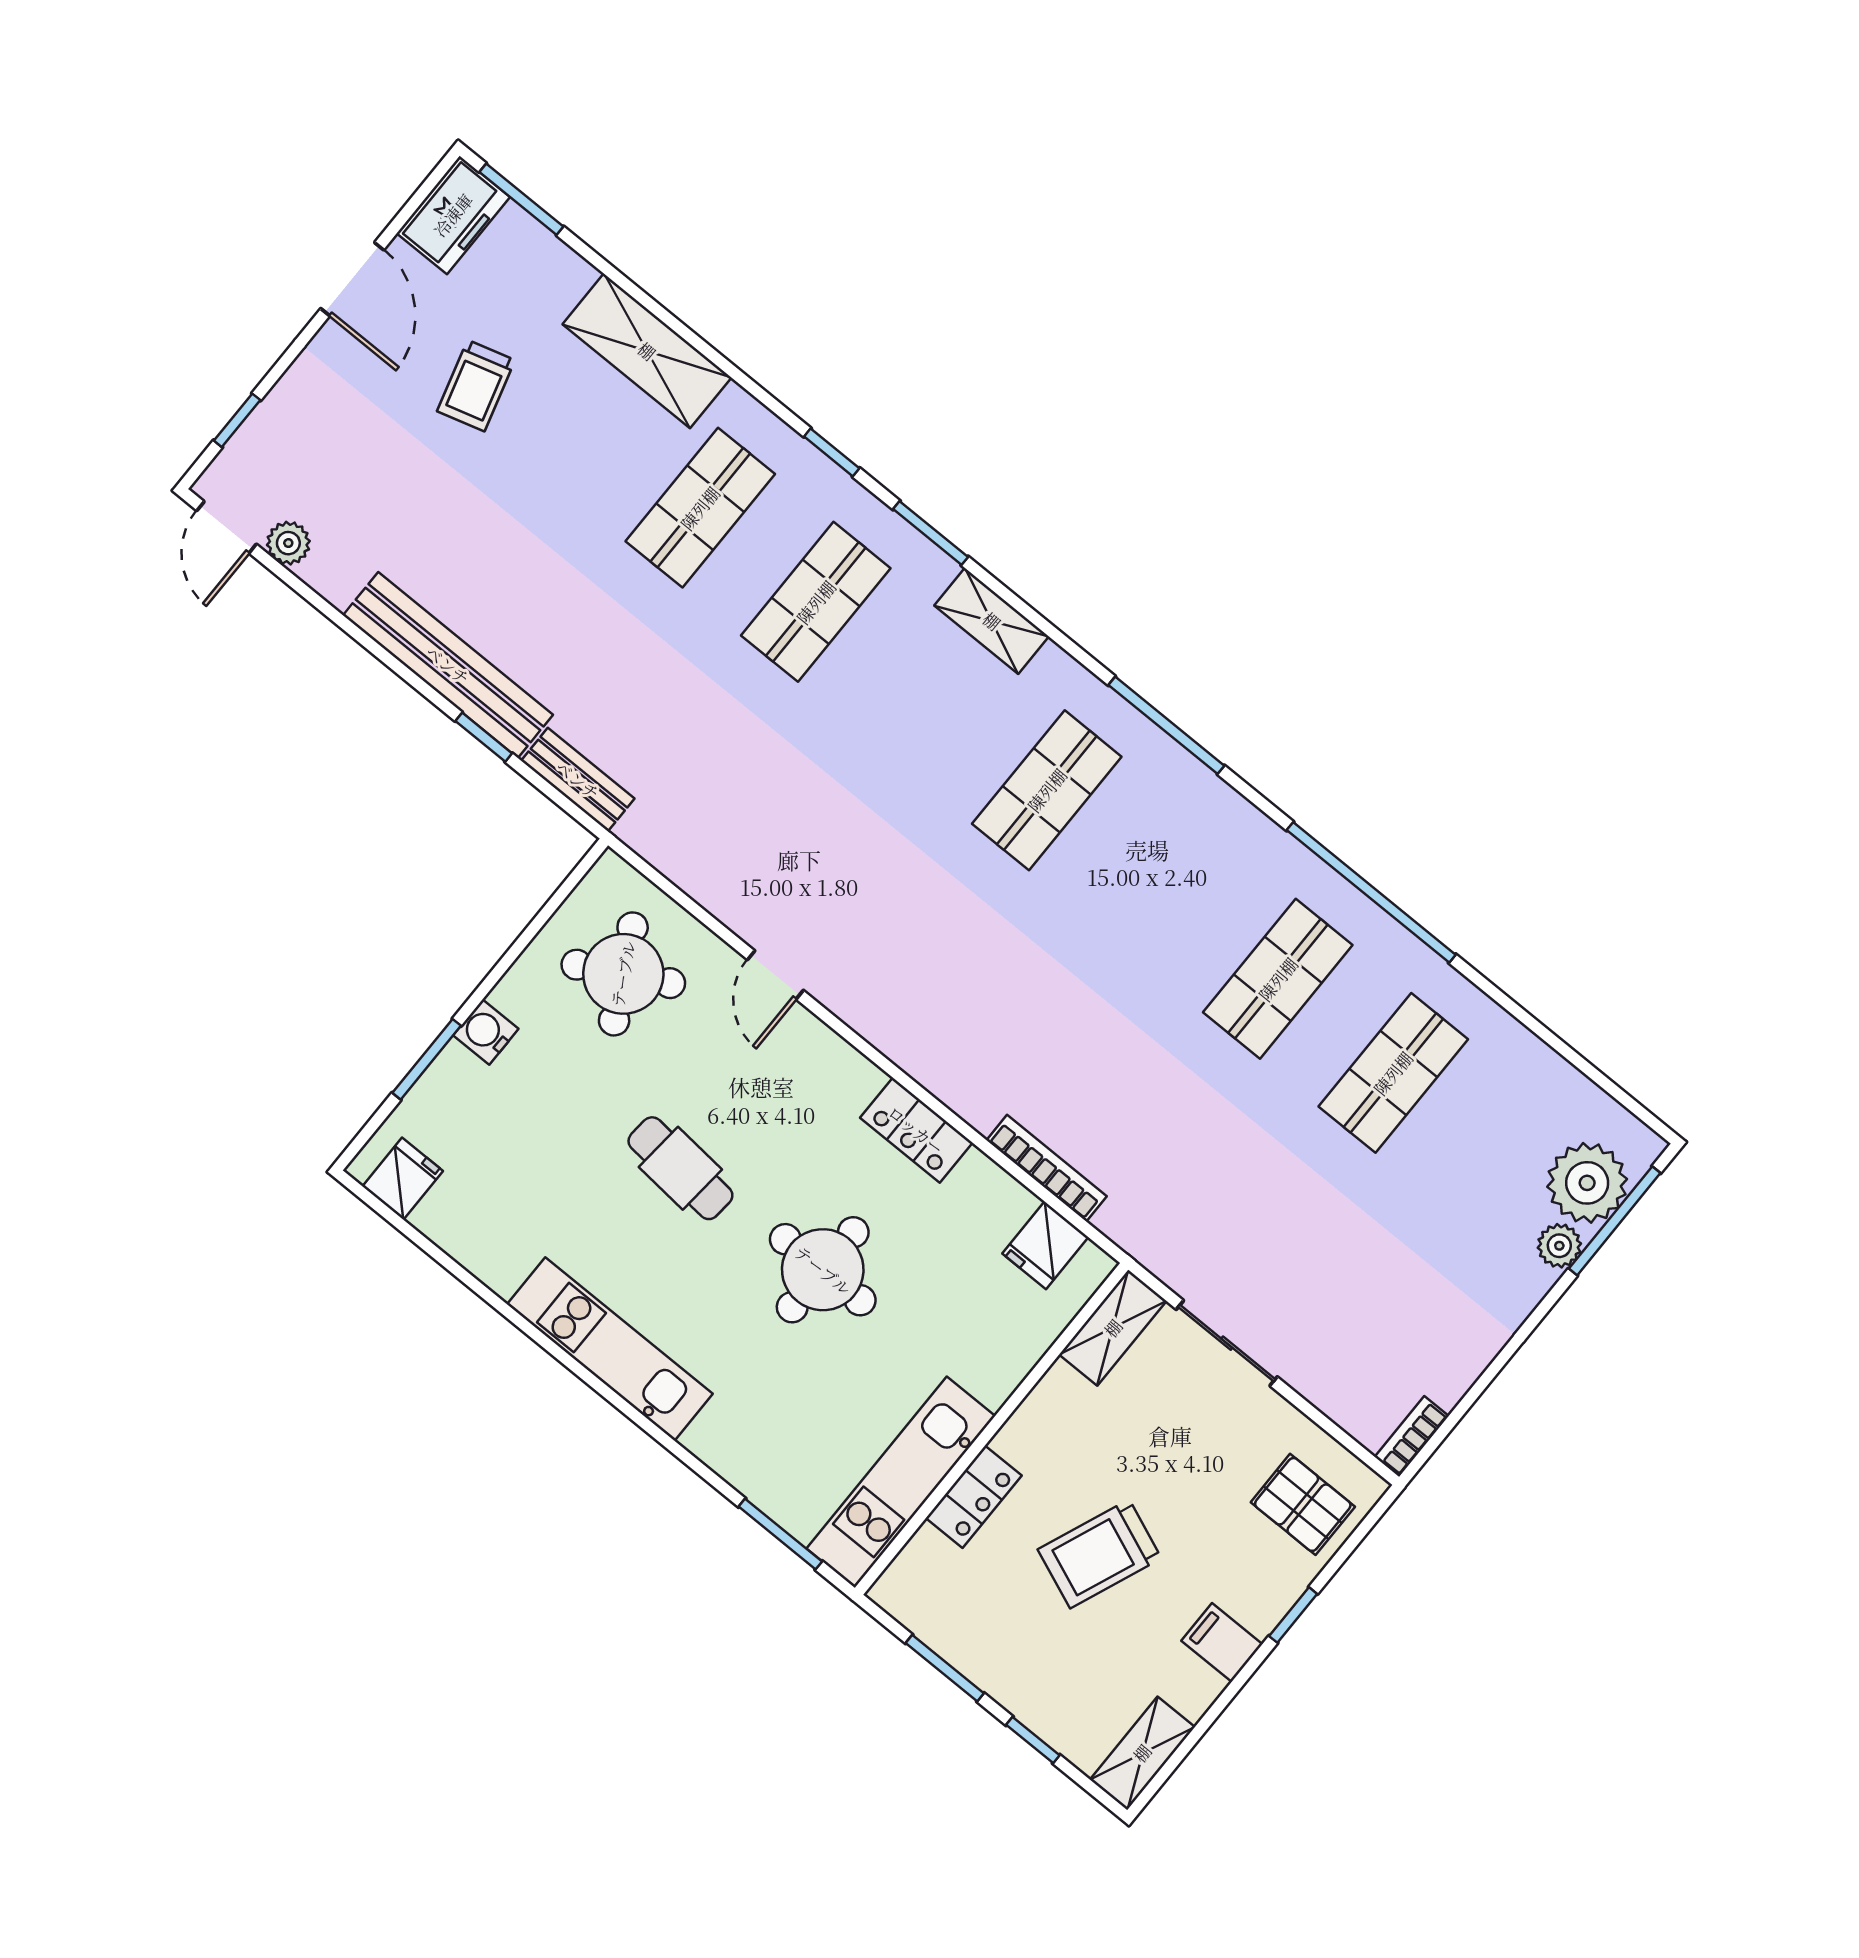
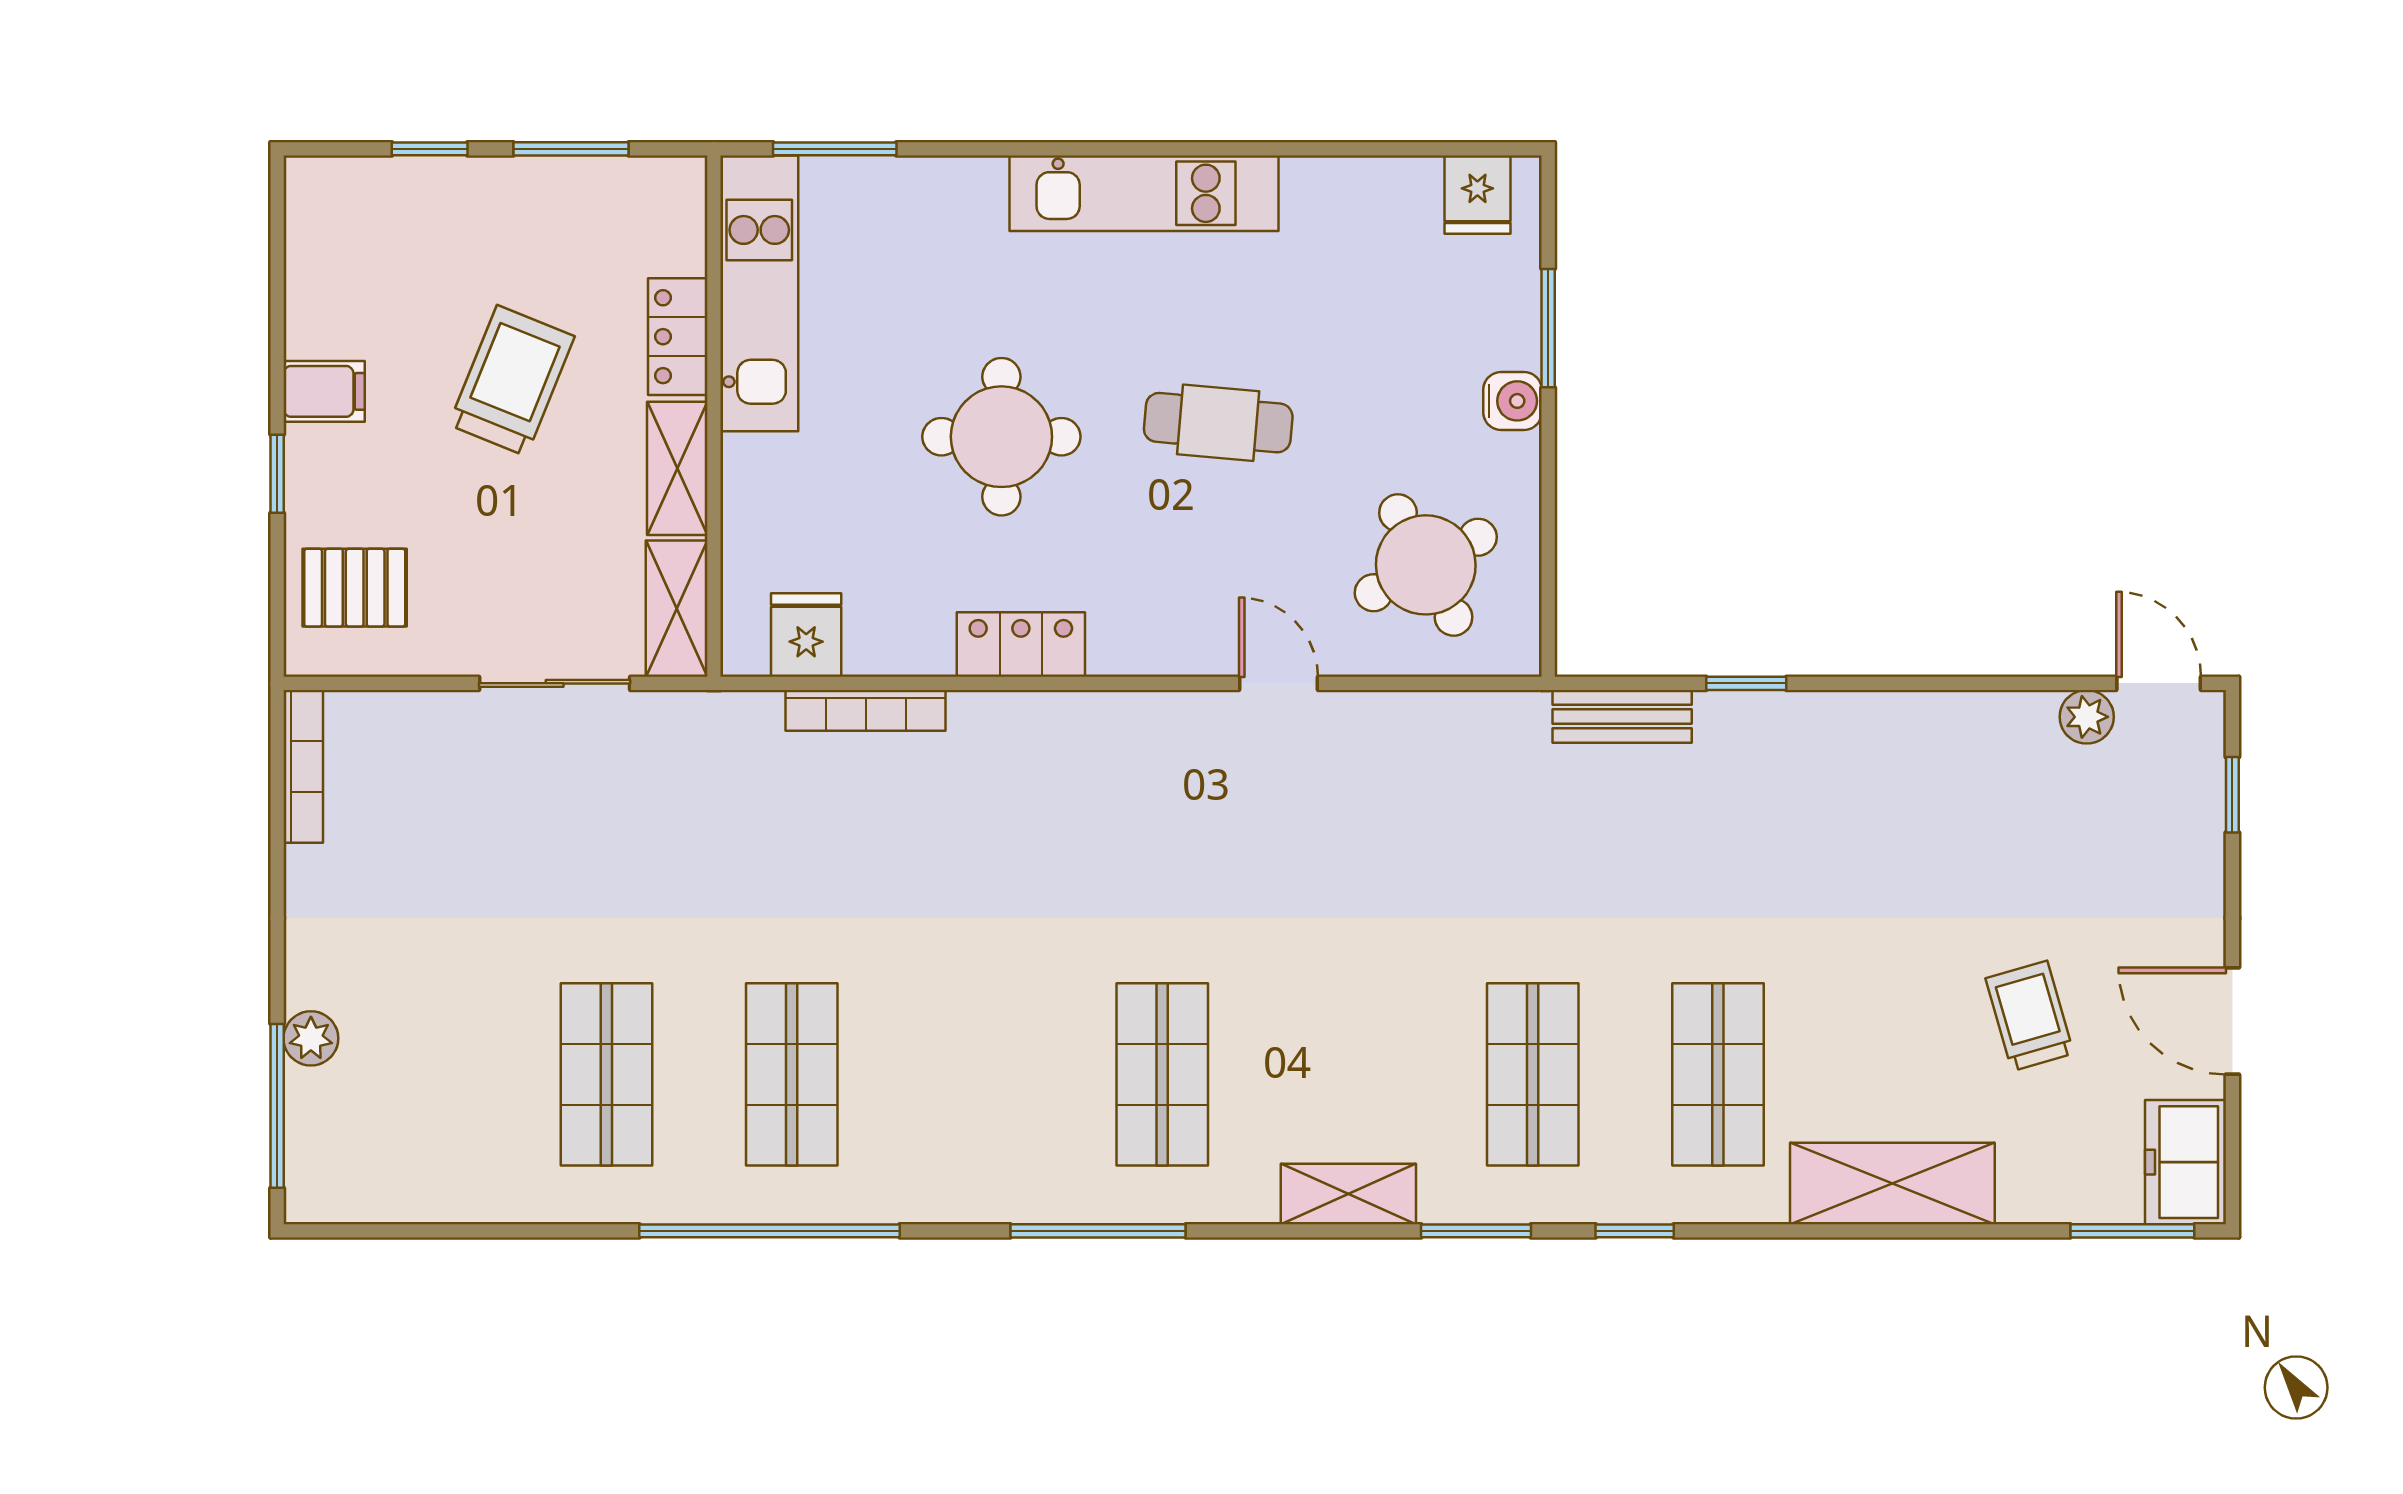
bench: (448, 665) -> (1837, 725), removed
plant: (1587, 1183) -> (333, 1121), removed
bookcase: (1412, 1436) -> (303, 766), width x1.56
shelving: (1142, 1753) -> (677, 468), moved

